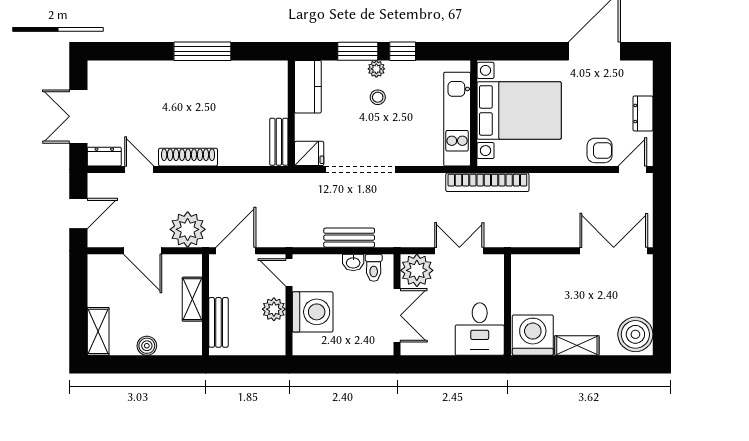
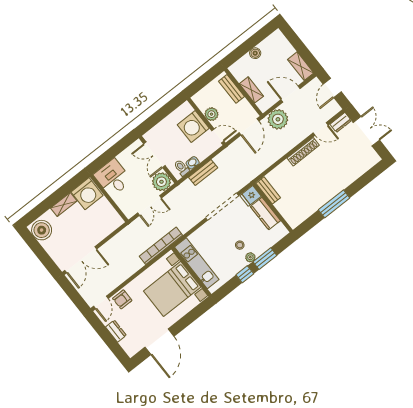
kitchen counter: (308, 87) -> (265, 214), moved
shelving: (98, 331) -> (301, 66), moved

